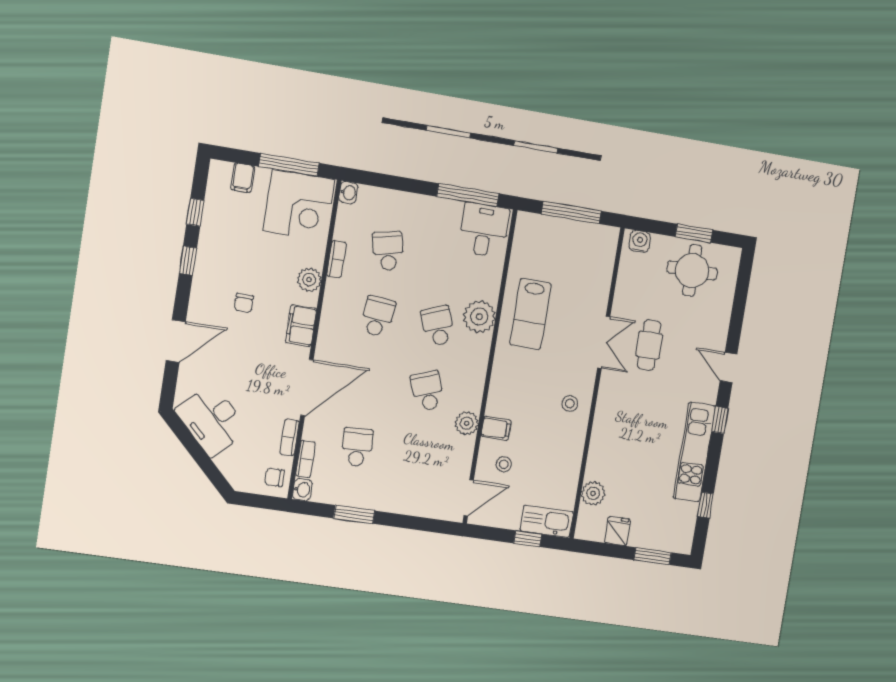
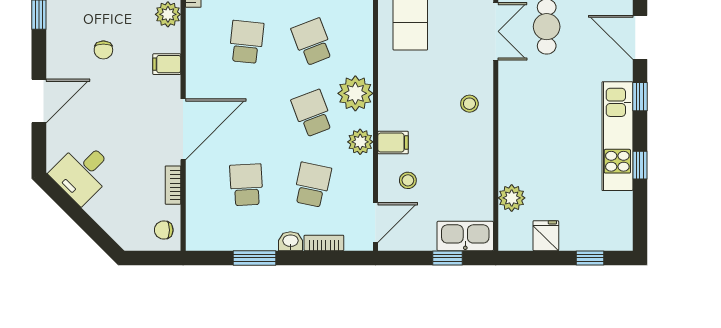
plant: (479, 317) -> (355, 93), moved
filing cabinet: (301, 325) -> (167, 64), width x0.50
door: (729, 367) -> (640, 37), width x1.38
desk: (212, 420) -> (82, 172), width x0.73
school desk: (417, 456) -> (312, 185), added
bookcase: (306, 459) -> (324, 243), moved, turned -90
washbasin: (302, 490) -> (290, 241), moved, turned -90
window: (705, 505) -> (640, 165), moved
window: (653, 556) -> (590, 258), width x0.67

